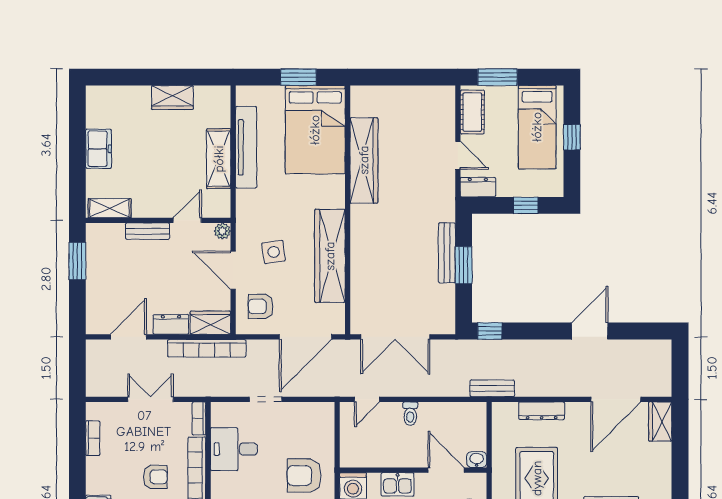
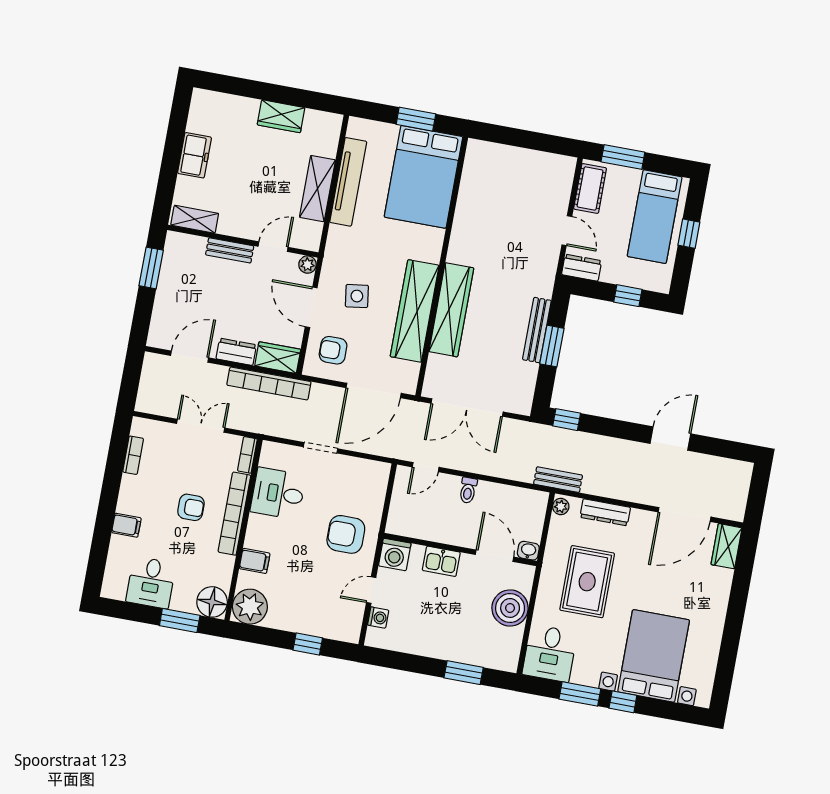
wardrobe: (364, 160) -> (451, 310), moved
plant: (499, 413) -> (561, 507), added

